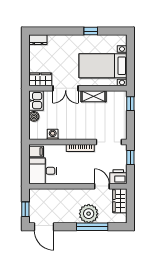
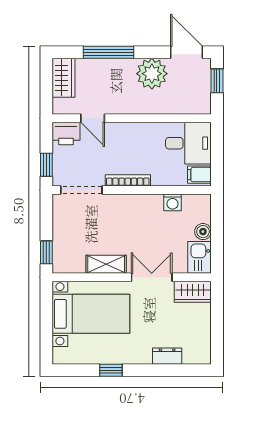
dresser: (38, 40) -> (167, 356), moved
wardrobe: (120, 201) -> (64, 78), moved
plant: (89, 214) -> (152, 74), moved

